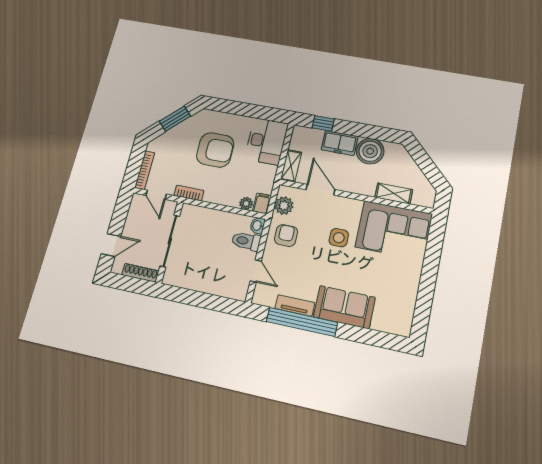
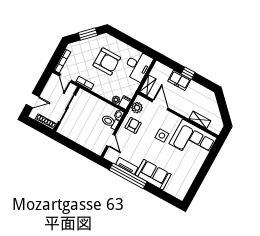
window: (323, 123) -> (188, 73), moved
boiler: (370, 151) -> (195, 91), removed

